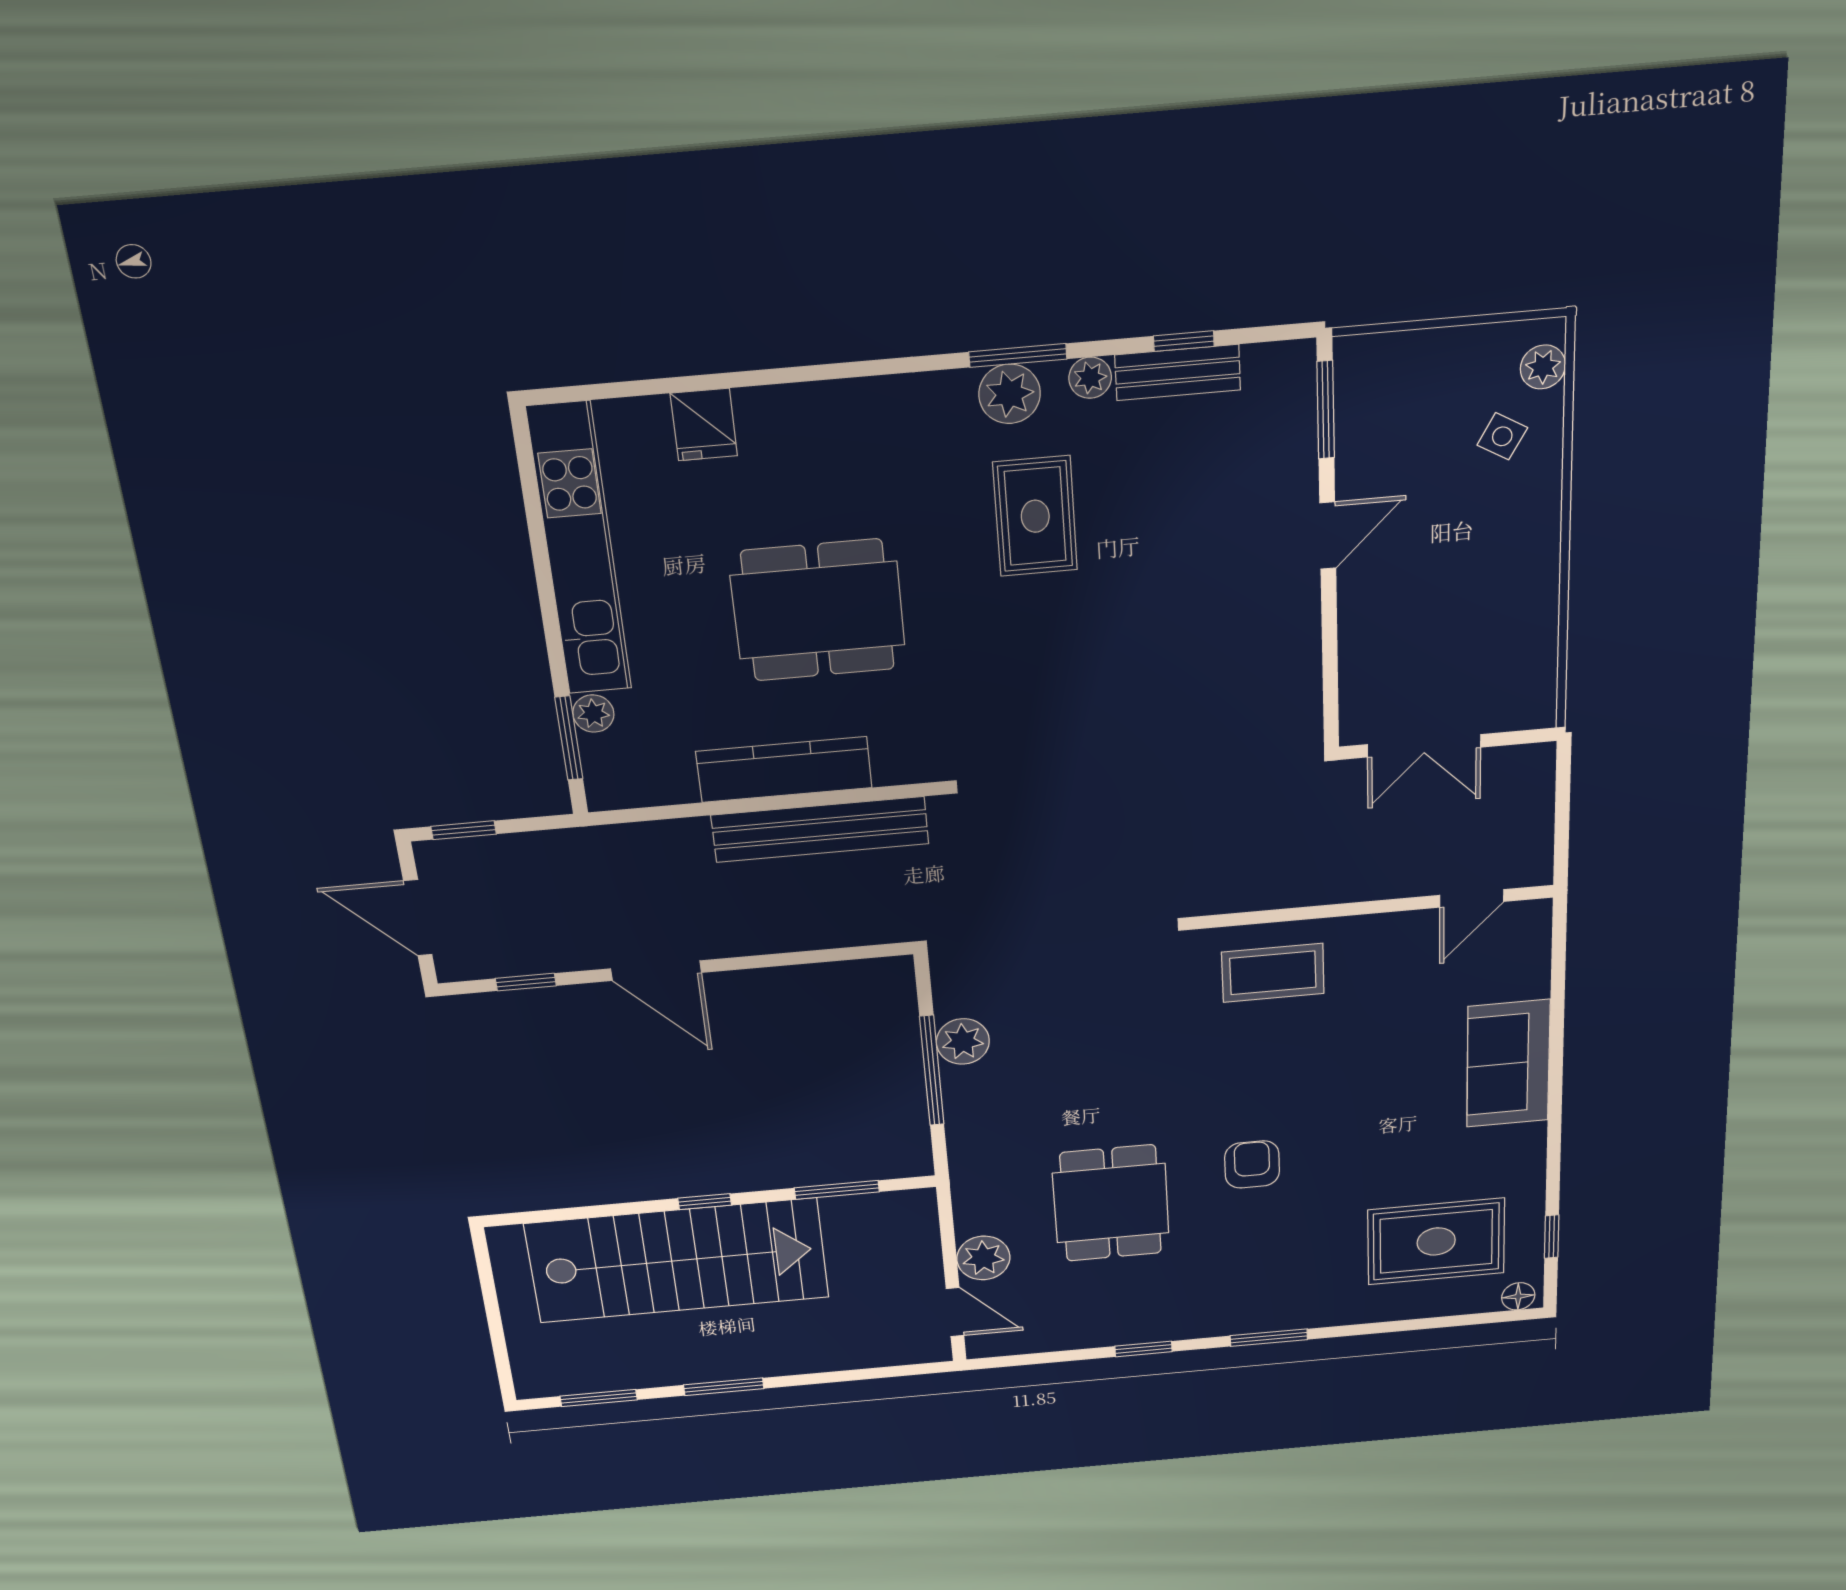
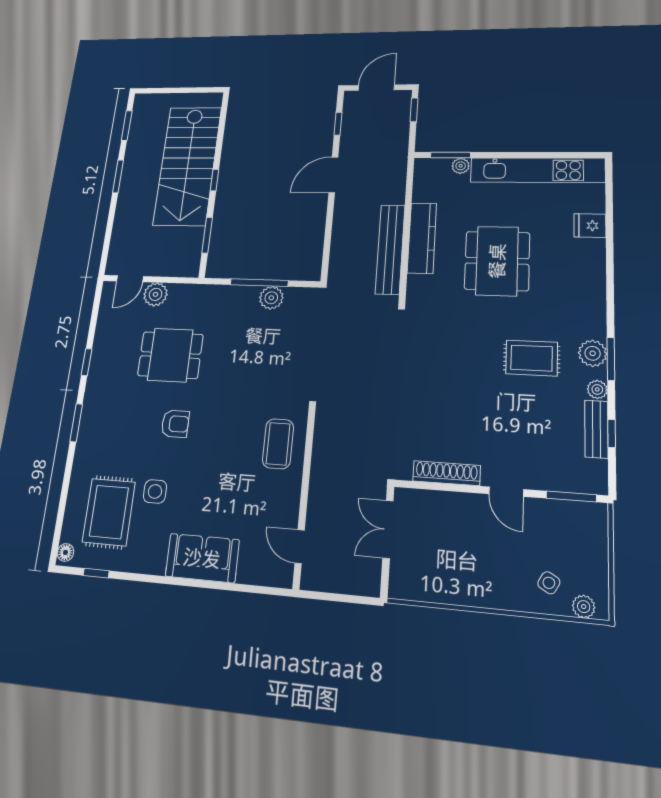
shoe rack: (1301, 653) -> (447, 473), added
side table: (1390, 1171) -> (155, 491), added

